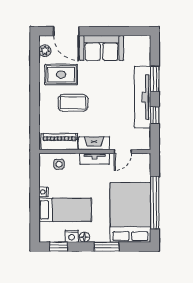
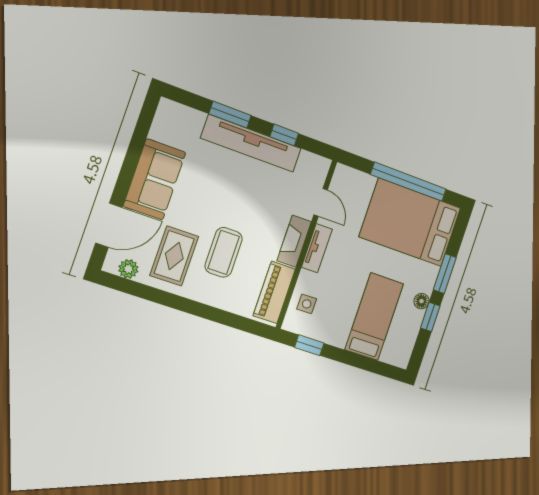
window: (35, 175) -> (309, 345), added
nightstand: (43, 192) -> (339, 340), removed
nightstand: (72, 236) -> (414, 319), removed
window: (59, 247) -> (430, 317), moved

